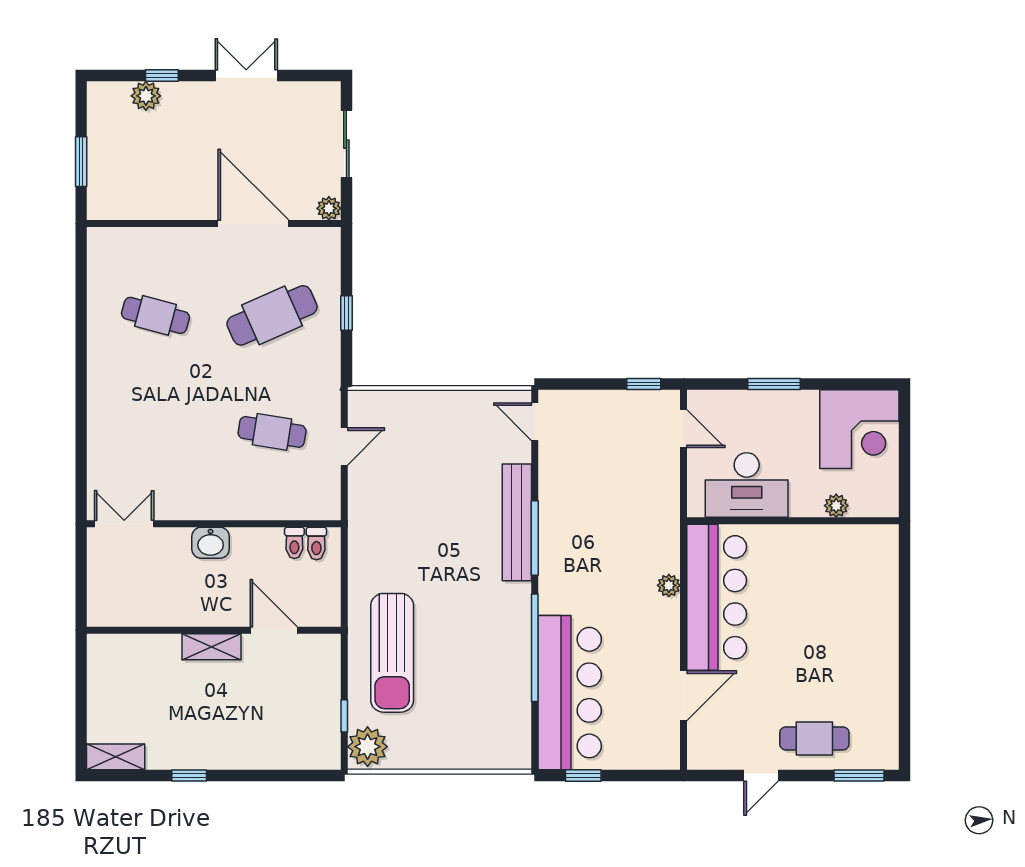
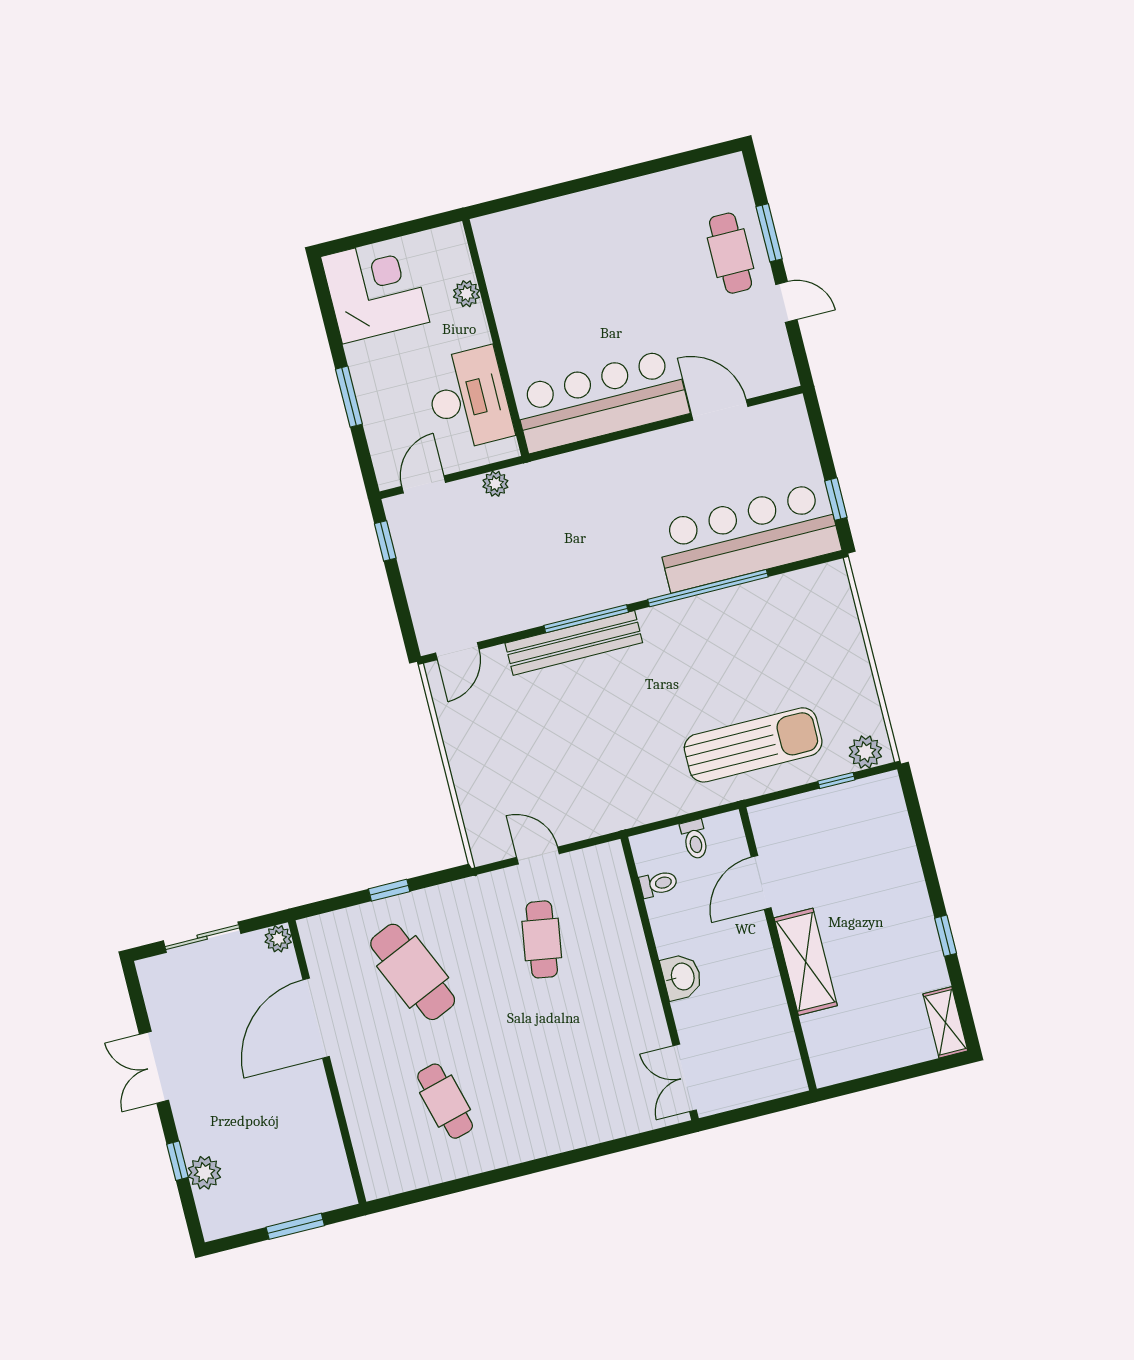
cafe table: (155, 315) -> (445, 1101), turned -30
toilet: (316, 543) -> (695, 839), moved, turned 90
plant: (669, 585) -> (495, 484), moved
shelving: (212, 647) -> (806, 962), width x1.50, depth x1.33
plant: (368, 747) -> (865, 752), width x0.73, depth x0.73
window: (859, 775) -> (769, 233), moved

